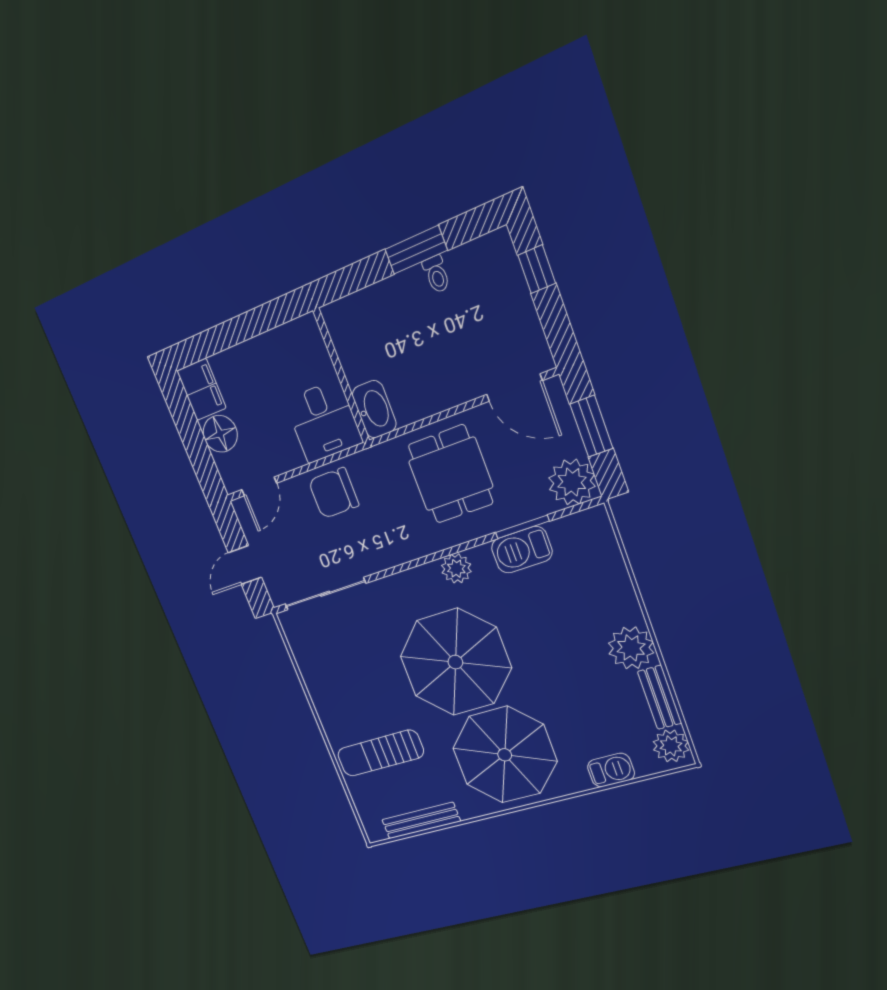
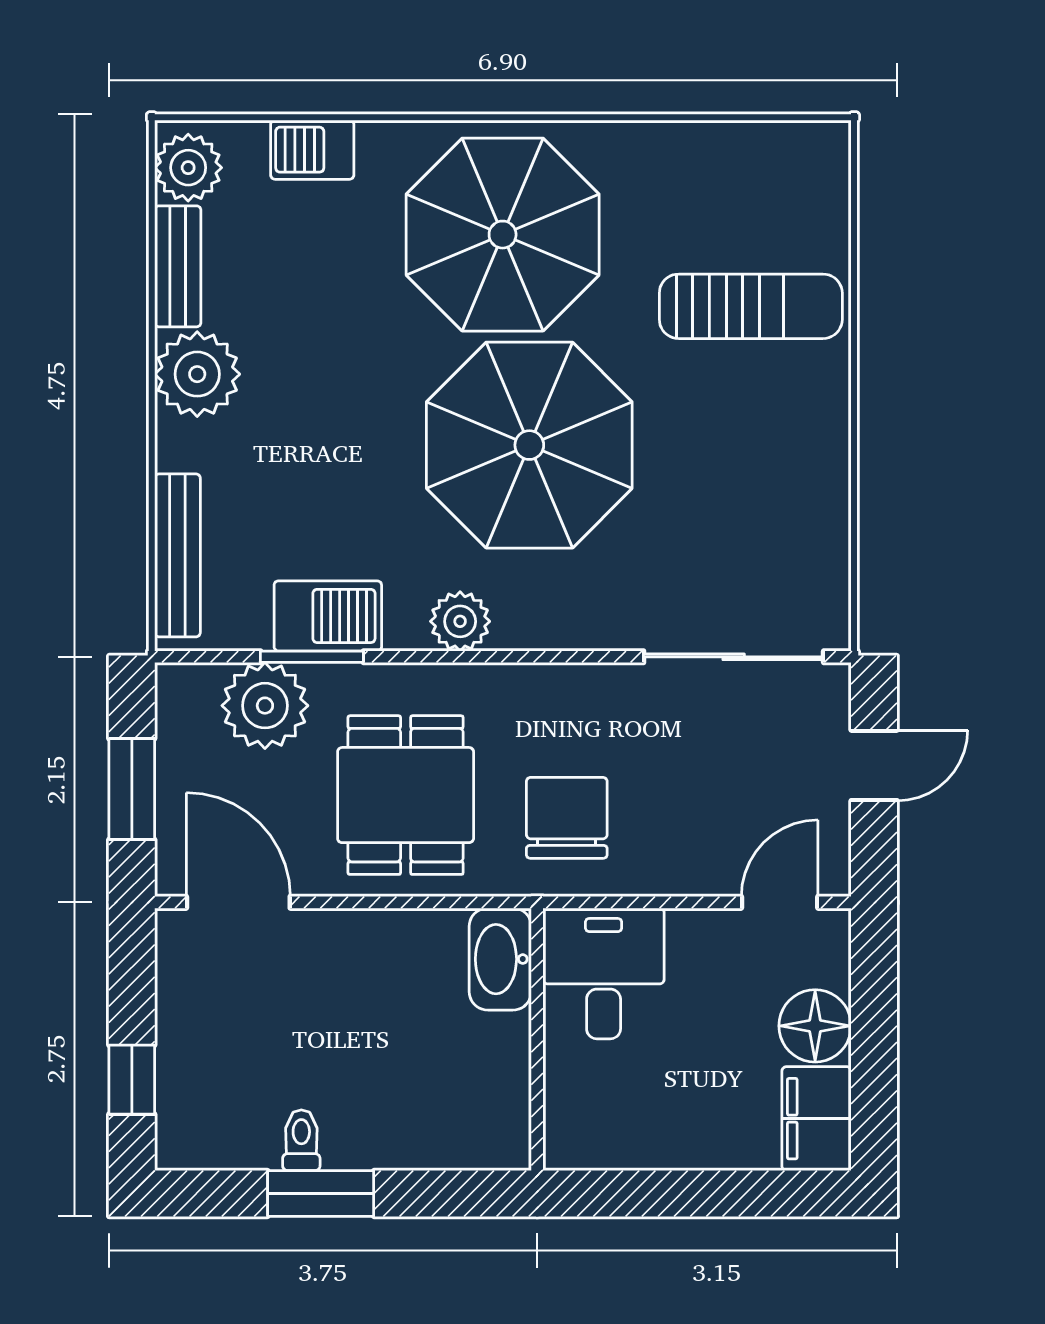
plant: (572, 482) -> (265, 706), moved
chair: (334, 493) -> (567, 818), moved, turned -90
bench: (421, 821) -> (177, 555), moved, turned 90

